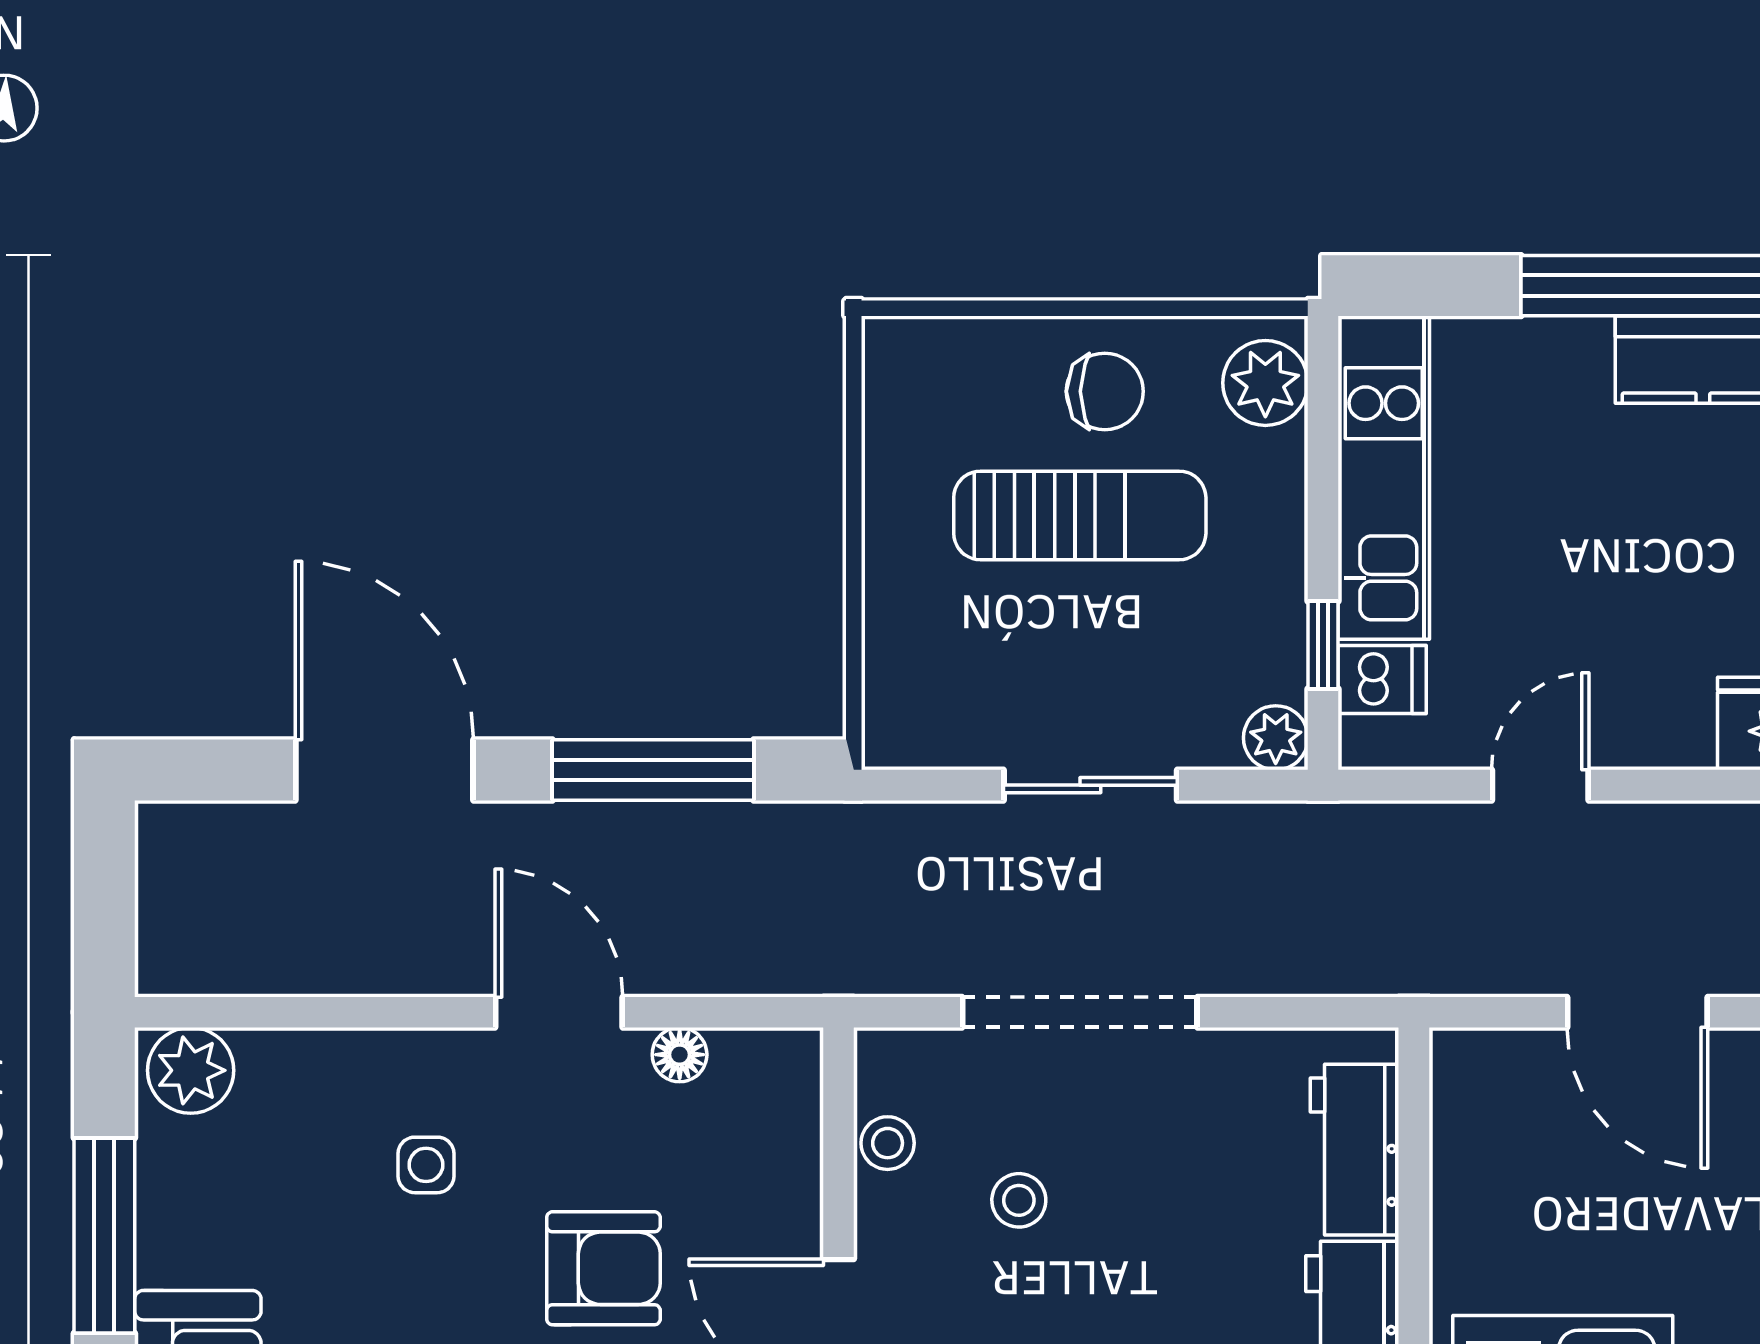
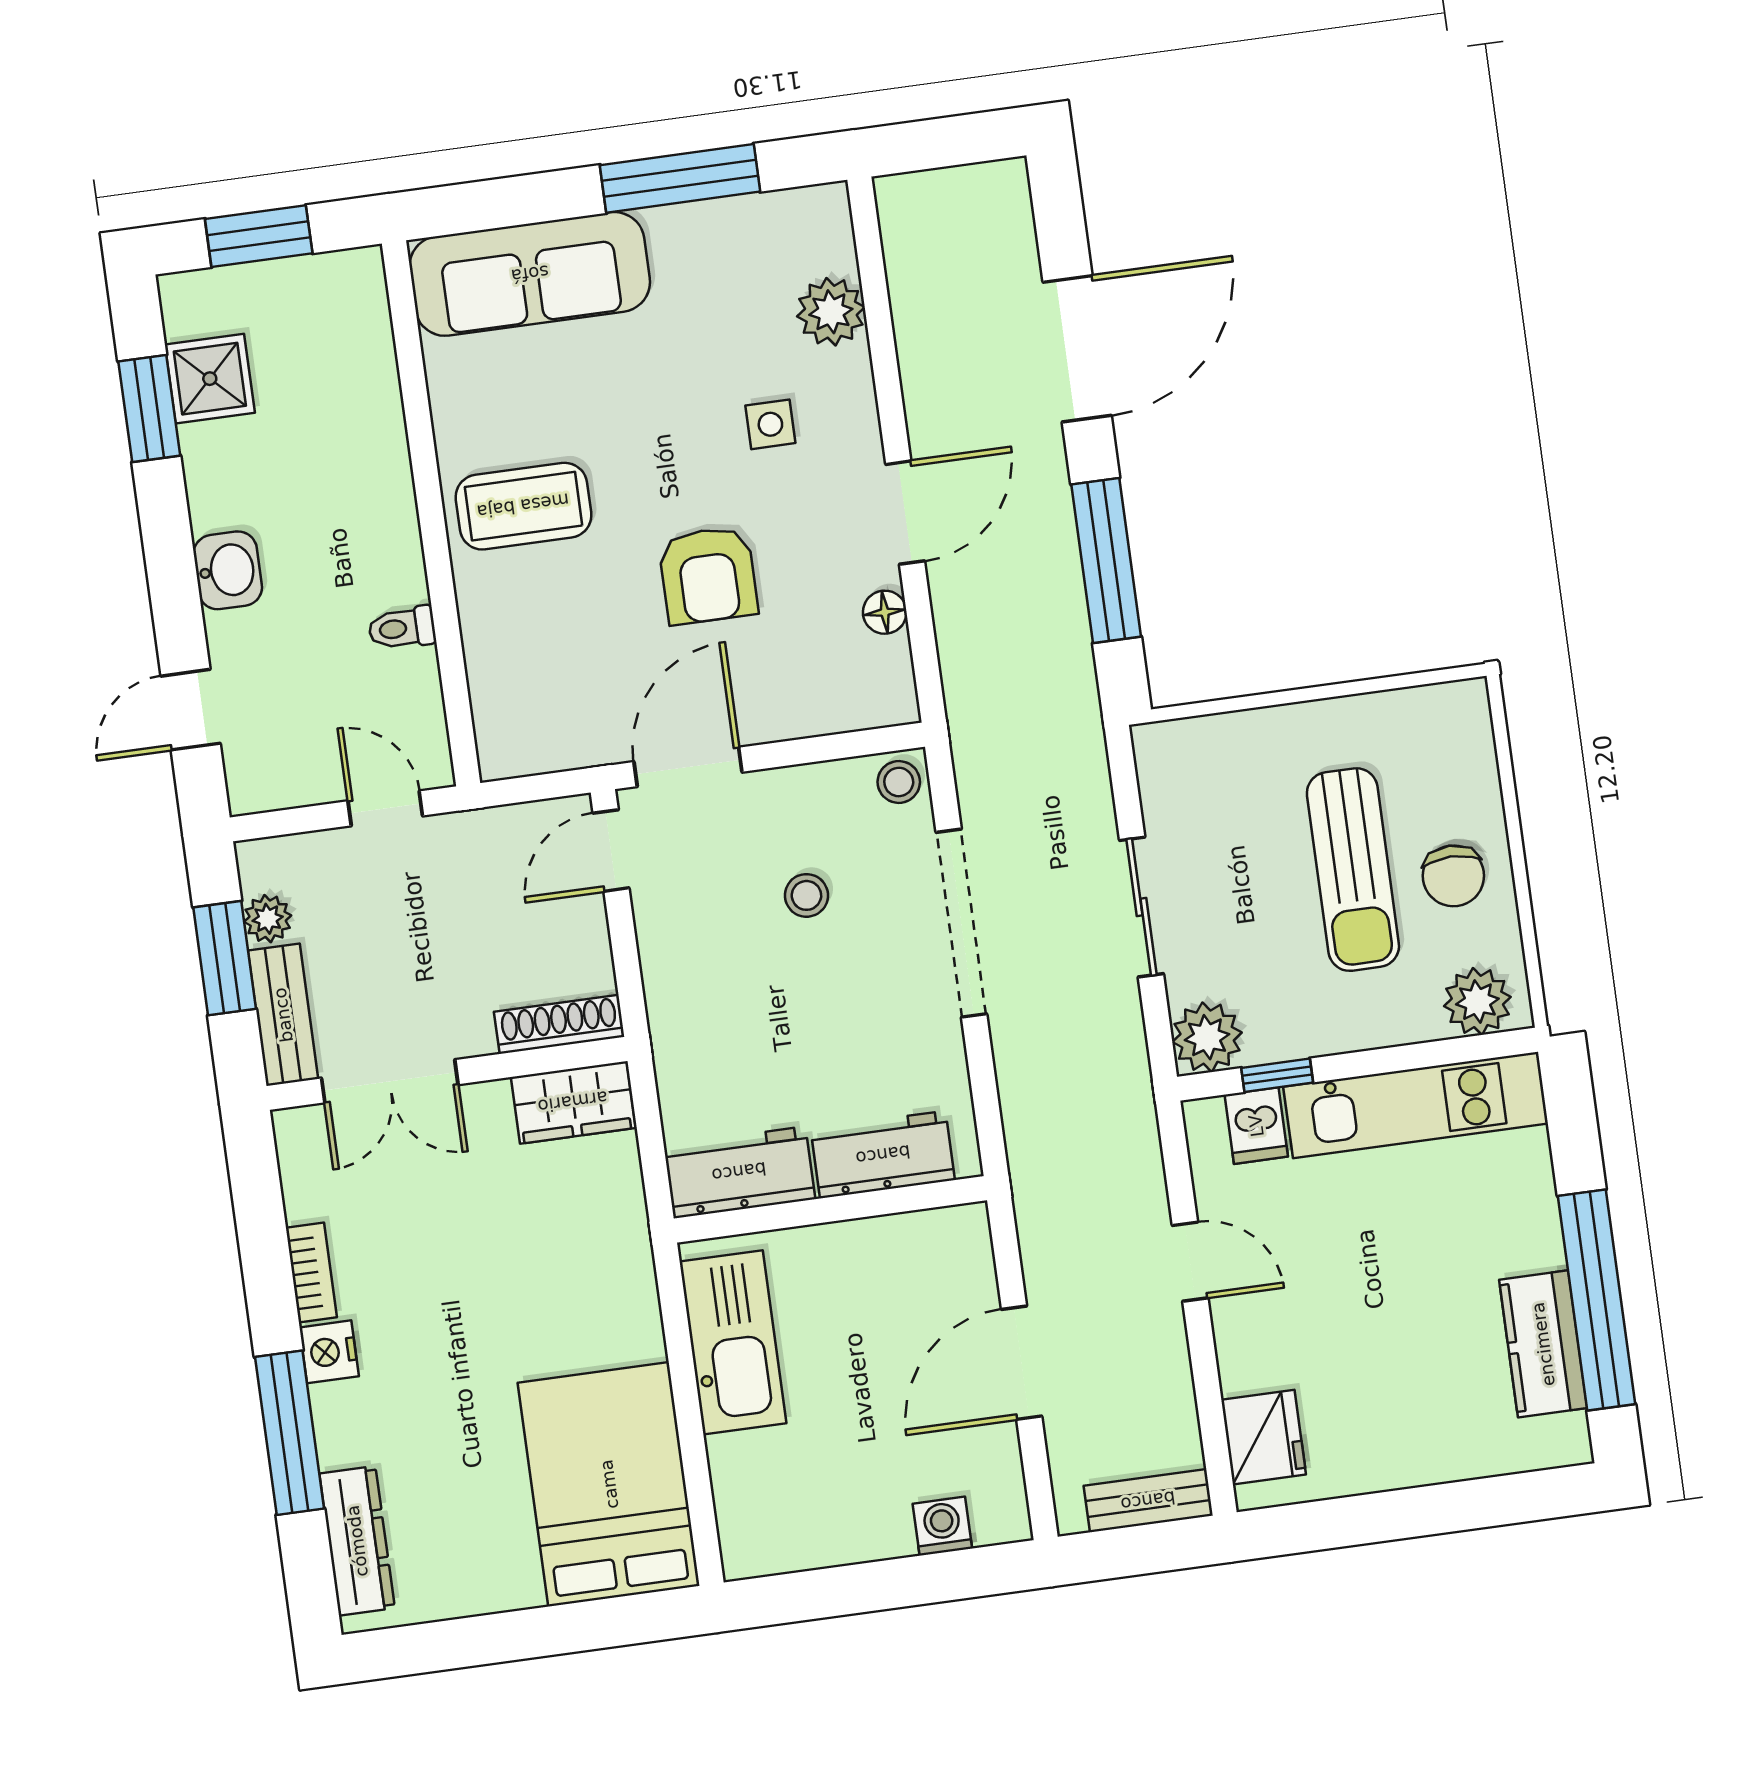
plant: (1276, 738) -> (1207, 1037), width x1.38, depth x1.38
plant: (191, 1070) -> (831, 312), moved
stool: (888, 1143) -> (899, 782), moved

